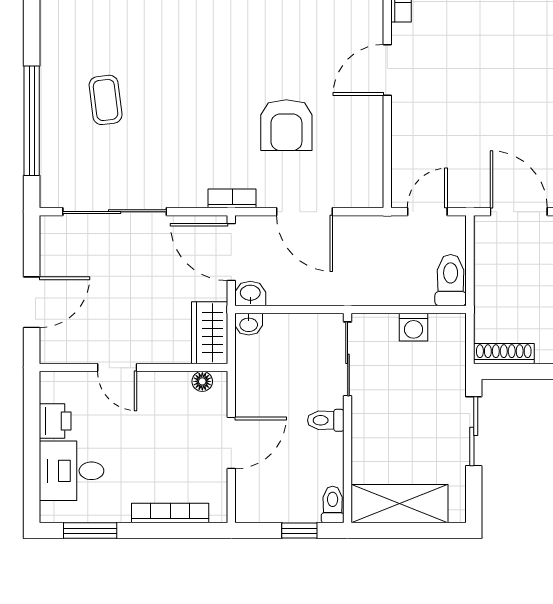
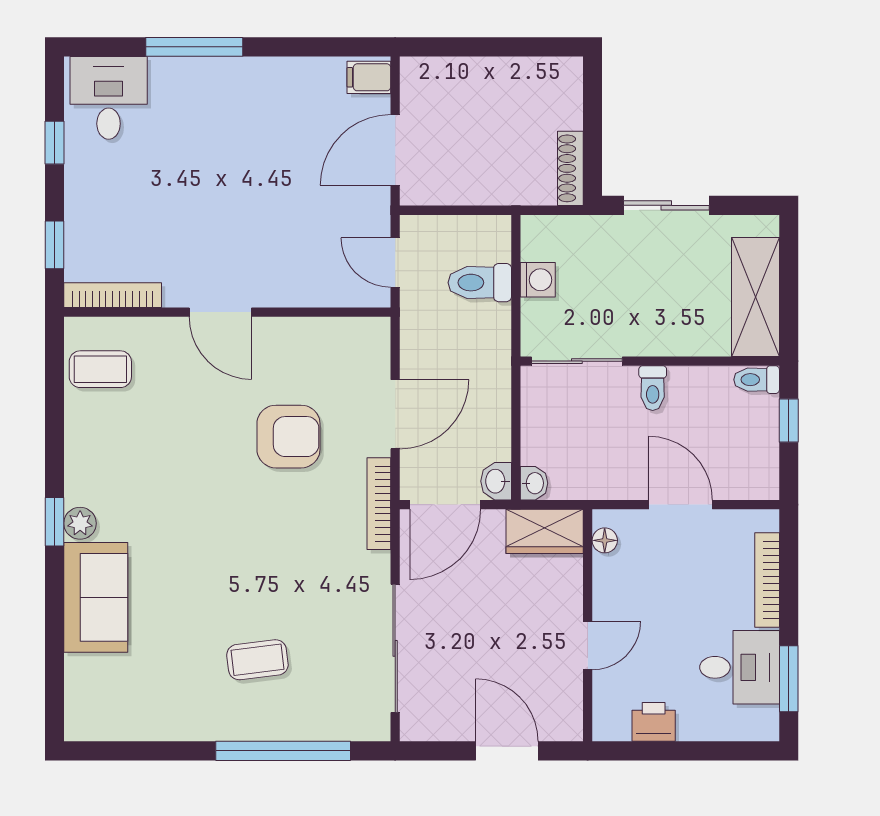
bookcase: (232, 198) -> (379, 504), width x1.56
toilet: (451, 280) -> (480, 283), moved
desk: (71, 471) -> (740, 667), moved, turned -90

